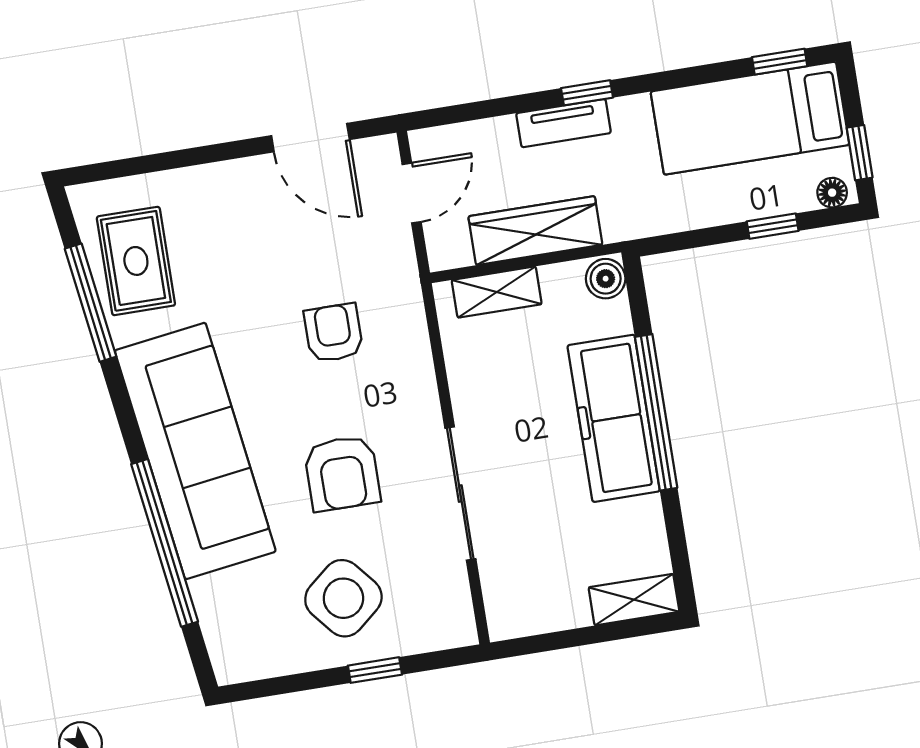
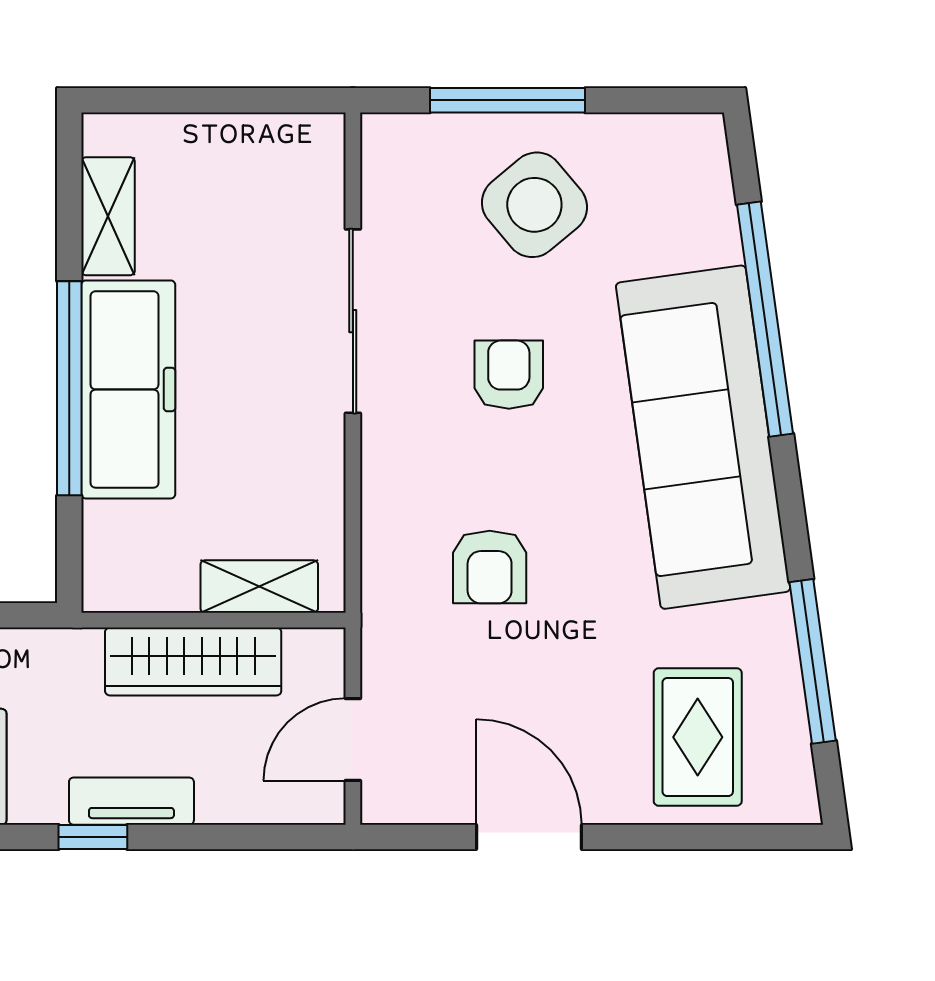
door: (310, 138) -> (529, 837), moved
rug: (136, 261) -> (698, 737), moved
boiler: (606, 279) -> (108, 581), removed
armchair: (342, 473) -> (509, 375), width x0.72, depth x0.72
shelving: (634, 600) -> (108, 216), moved, turned 90
window: (375, 670) -> (507, 100), width x2.17

